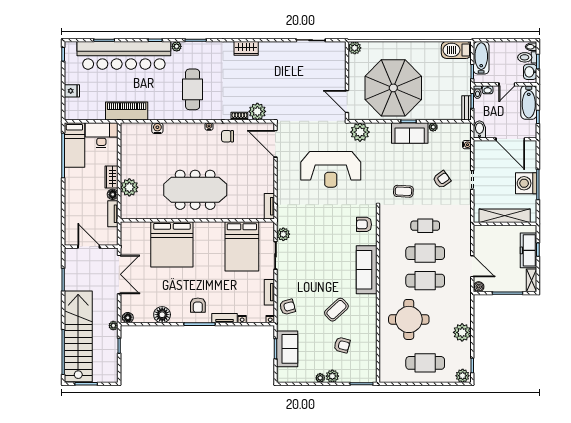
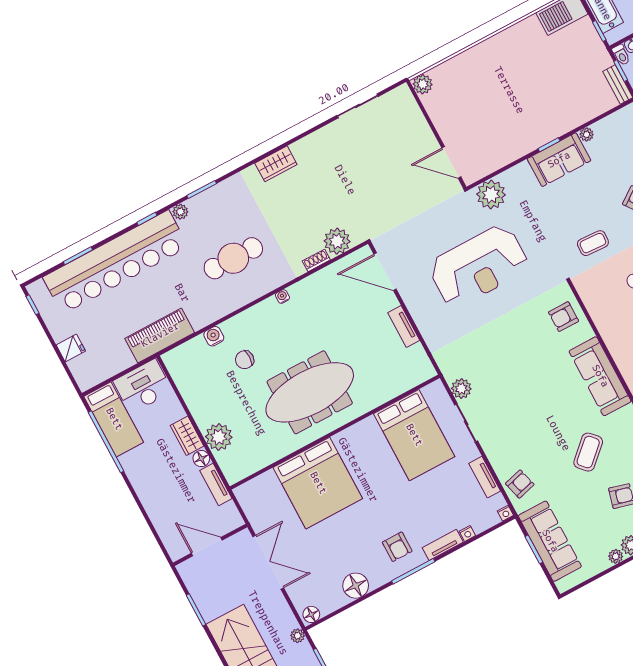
parasol: (393, 88) -> (504, 110), removed
cafe table: (193, 89) -> (233, 258), turned 90
chair: (227, 136) -> (245, 360), moved
tv unit: (269, 206) -> (404, 326), moved
sofa: (287, 349) -> (550, 541), width x1.36

